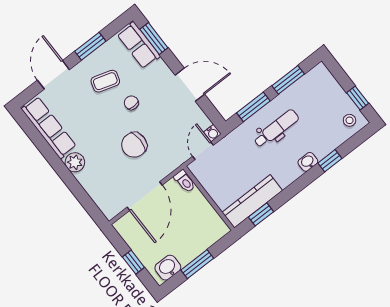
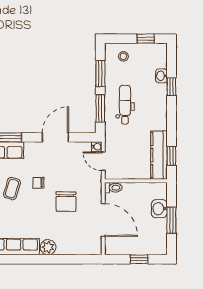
stool: (350, 120) -> (123, 56), moved
washbasin: (308, 162) -> (161, 76), moved
washbasin: (168, 268) -> (159, 209), moved

